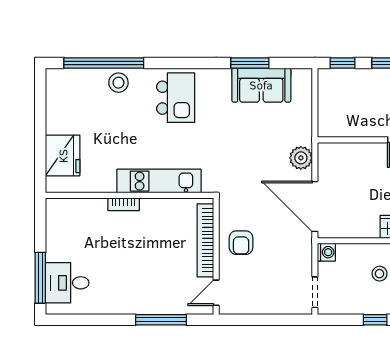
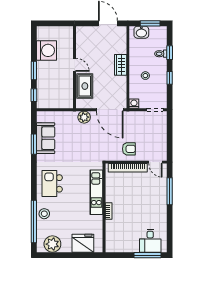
plant: (61, 98) -> (52, 244), added
kitchen island: (176, 98) -> (52, 183), turned -90
rug: (360, 159) -> (85, 86), added
door: (315, 206) -> (110, 110), hinge flipped

